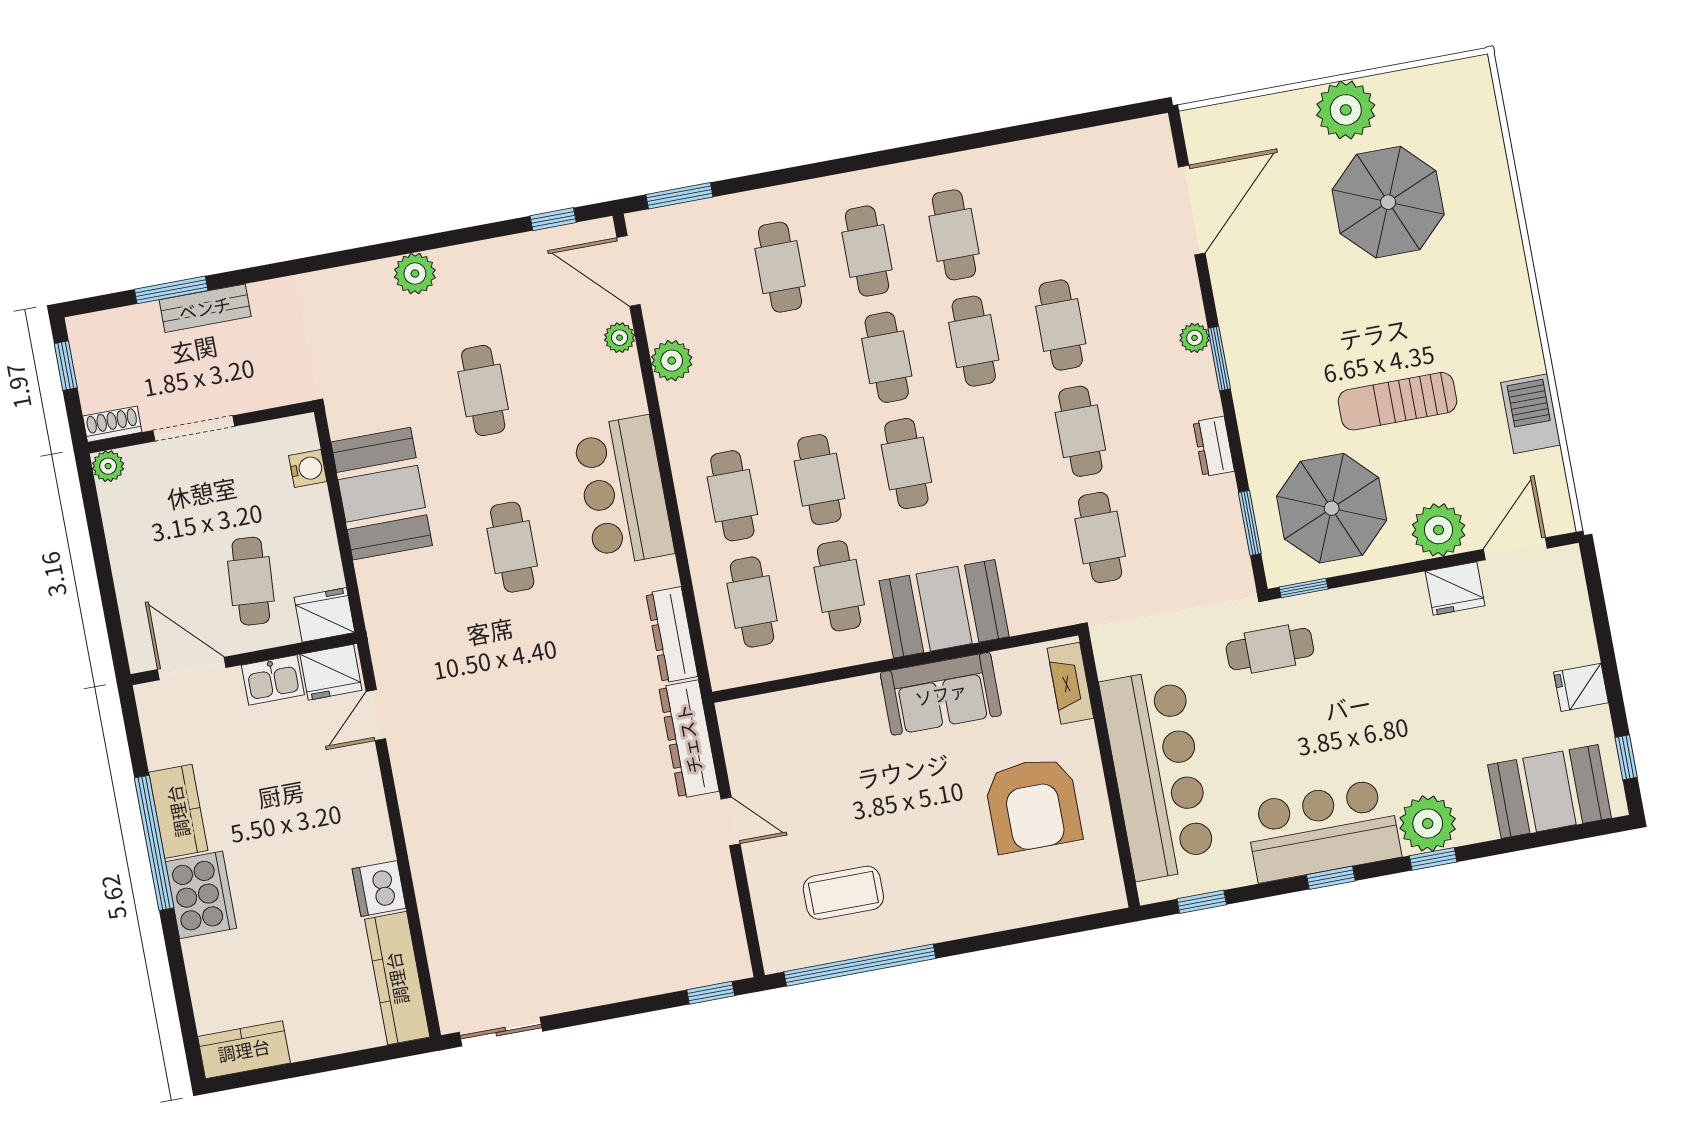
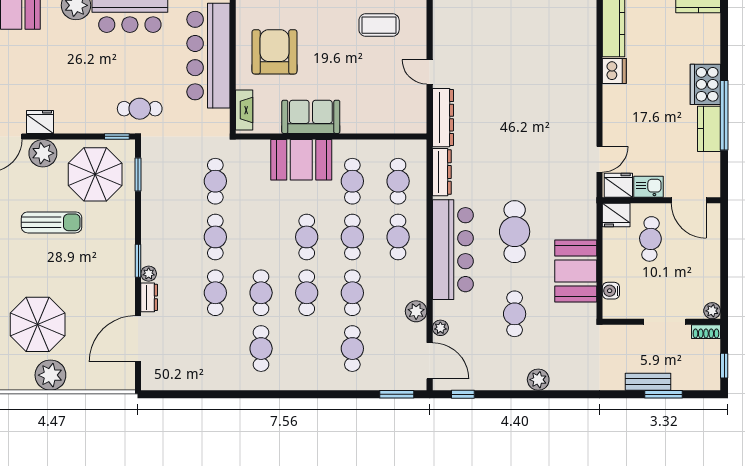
cafe table: (867, 251) -> (352, 293), moved
dresser: (1214, 446) -> (149, 297), moved
bar counter: (623, 491) -> (453, 250), width x1.36
cafe table: (512, 547) -> (515, 232), width x1.37, depth x1.35

